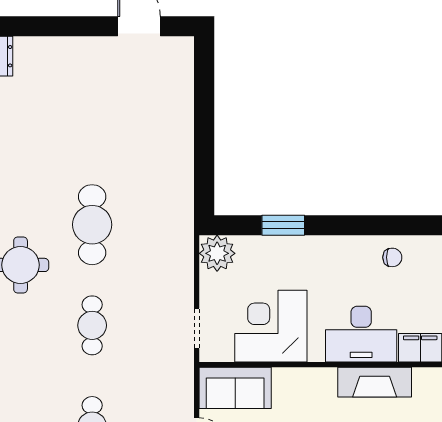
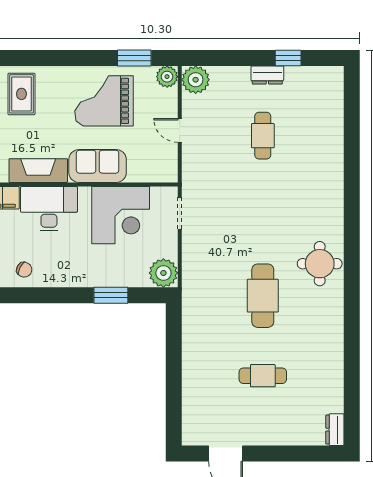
chair: (392, 257) -> (24, 270), turned -152
cafe table: (92, 325) -> (263, 376), moved, turned 90
sofa: (235, 388) -> (98, 166), moved

